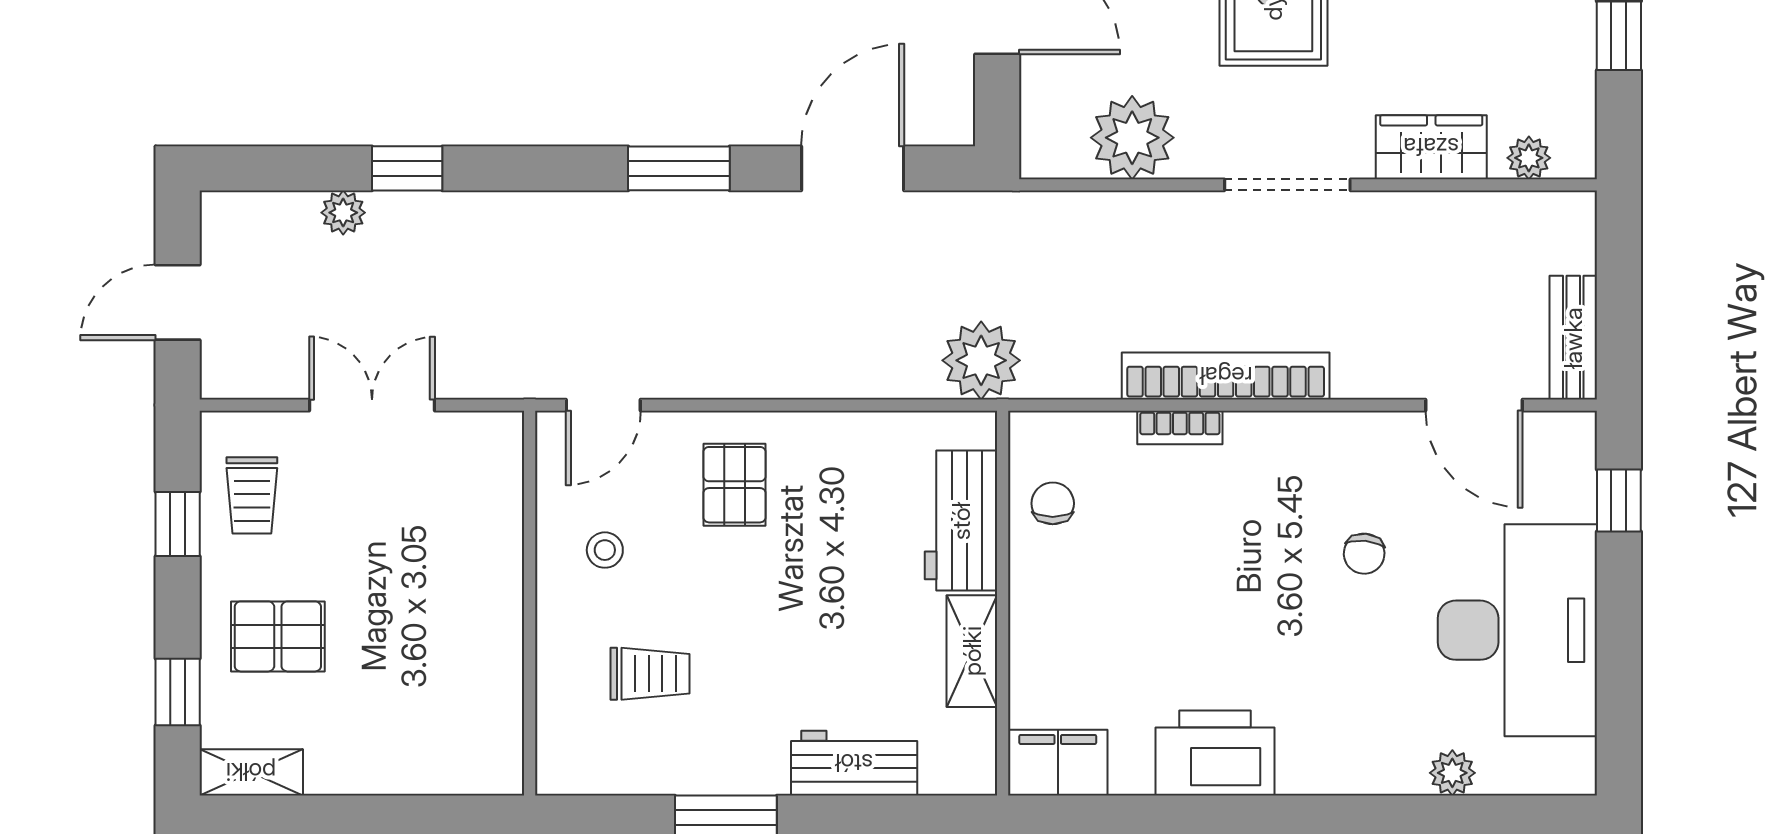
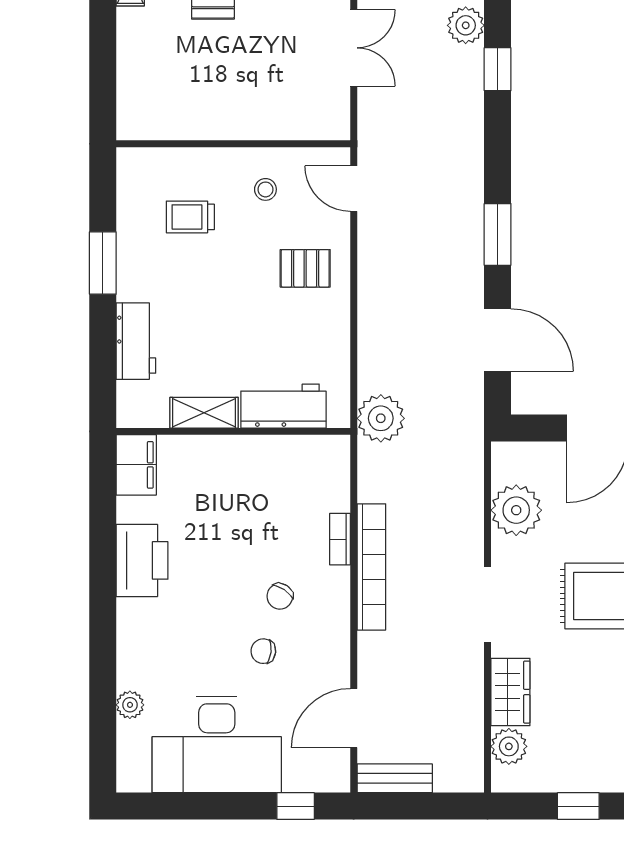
plant: (1529, 158) -> (509, 746), width x1.38, depth x1.38
plant: (343, 213) -> (466, 25), width x1.38, depth x1.38
chair: (1053, 503) -> (280, 596), moved, turned 124
trolley: (650, 674) -> (190, 217), turned 90

